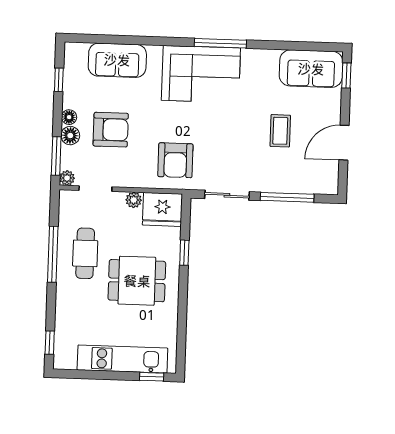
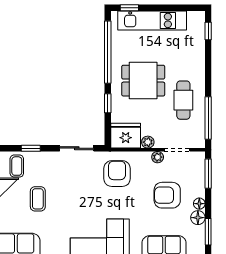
window: (59, 80) -> (208, 232), width x1.50
floor lamp: (70, 136) -> (198, 218), moved
coffee table: (306, 175) -> (17, 166), added
plant: (67, 178) -> (158, 157), moved
window: (287, 197) -> (31, 148), width x0.46
window: (53, 254) -> (208, 118), moved
window: (182, 320) -> (108, 52), added

